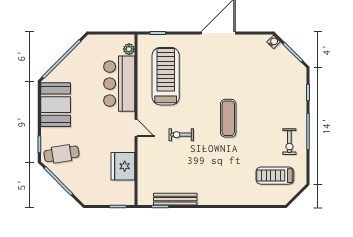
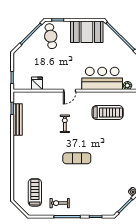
treadmill: (166, 76) -> (108, 112), width x0.73, depth x0.73
fridge: (123, 166) -> (37, 83), width x0.53, depth x0.75

